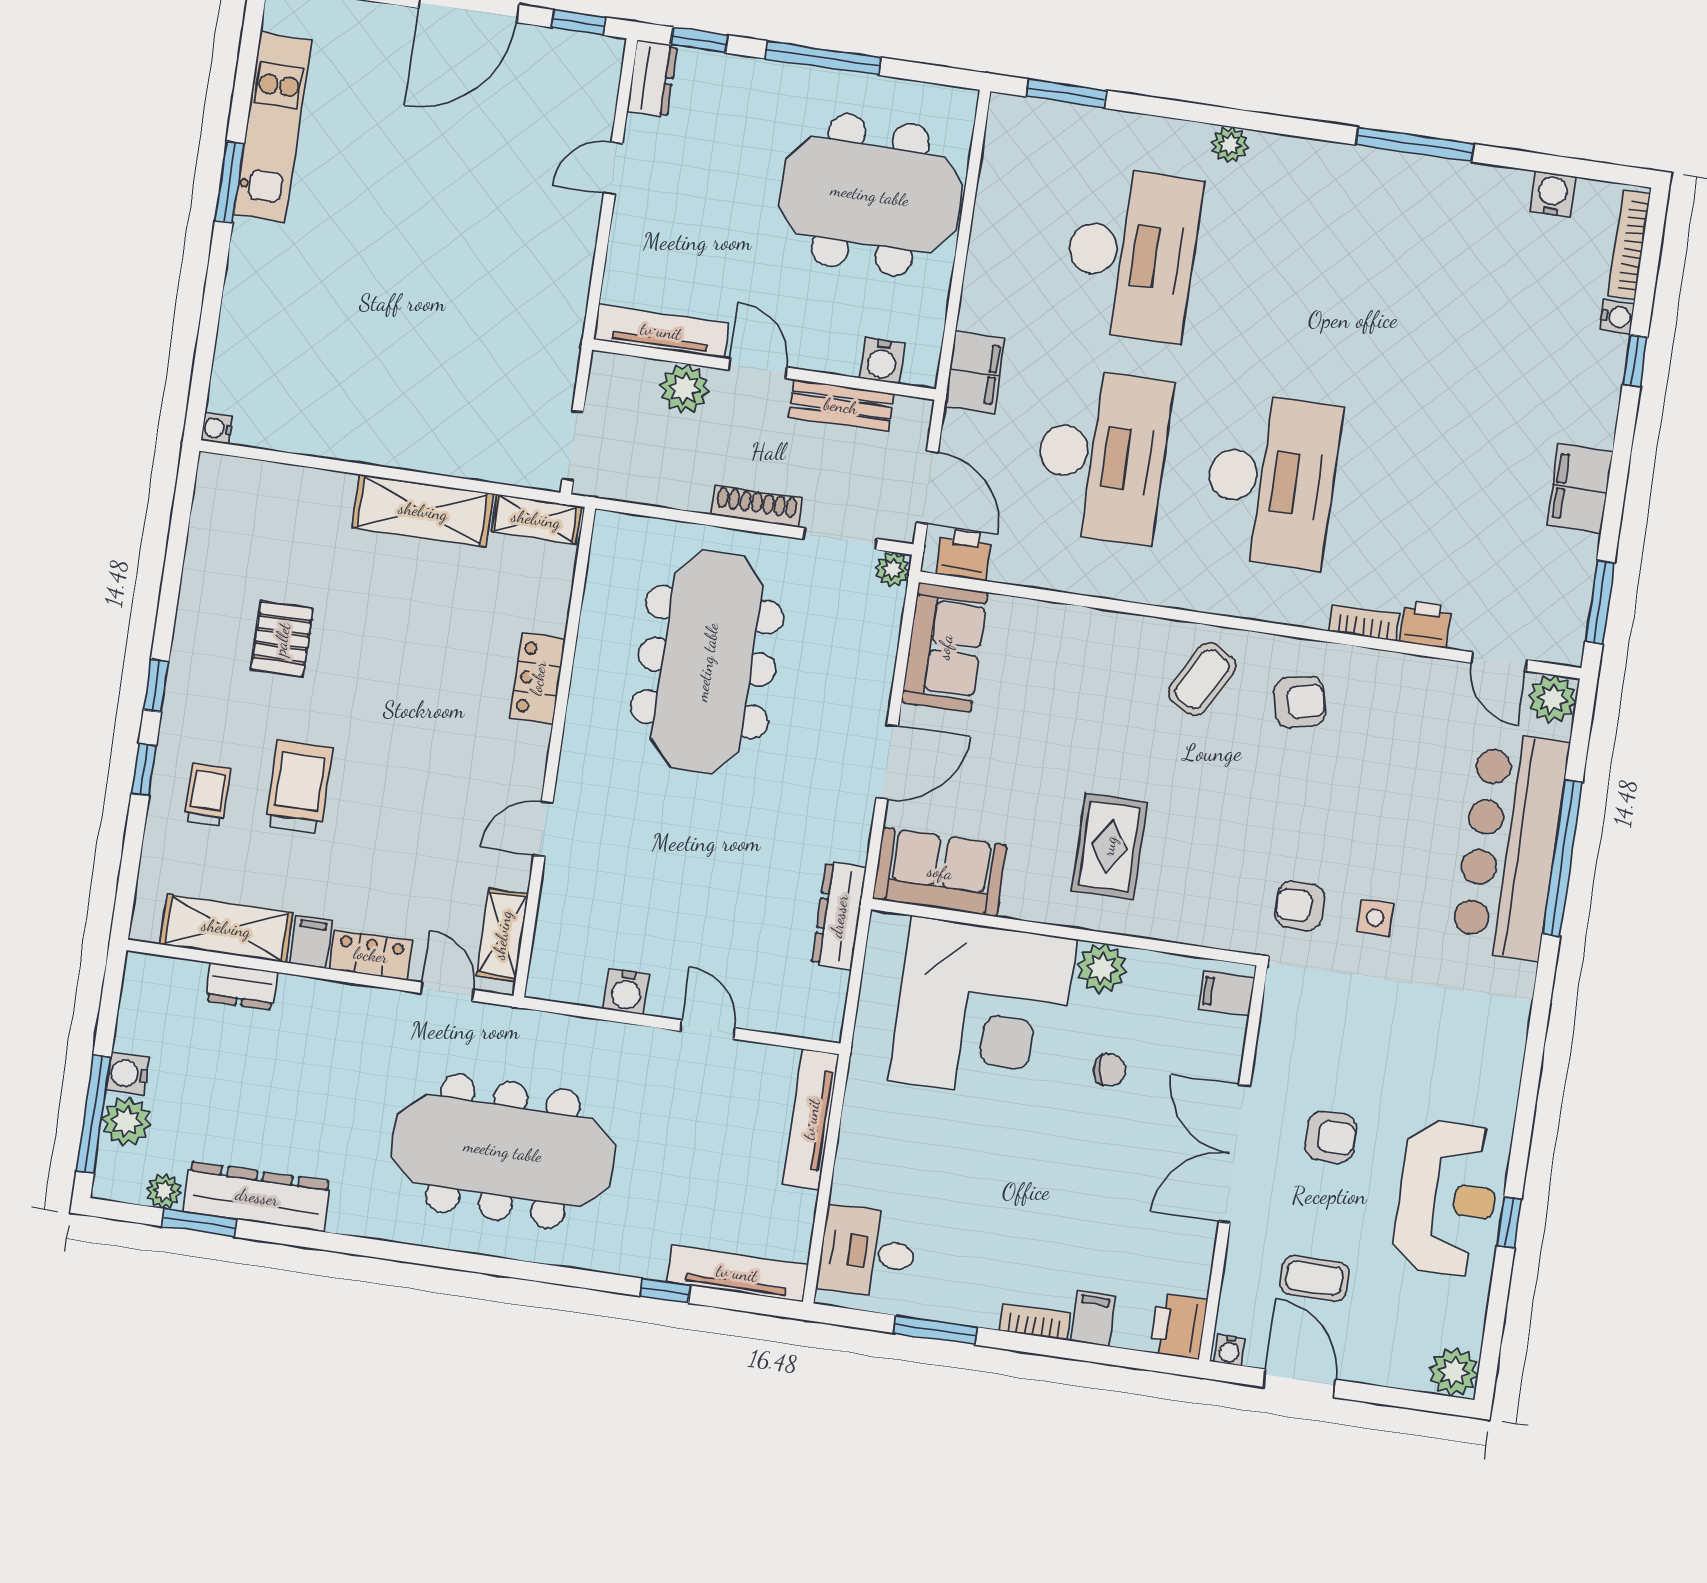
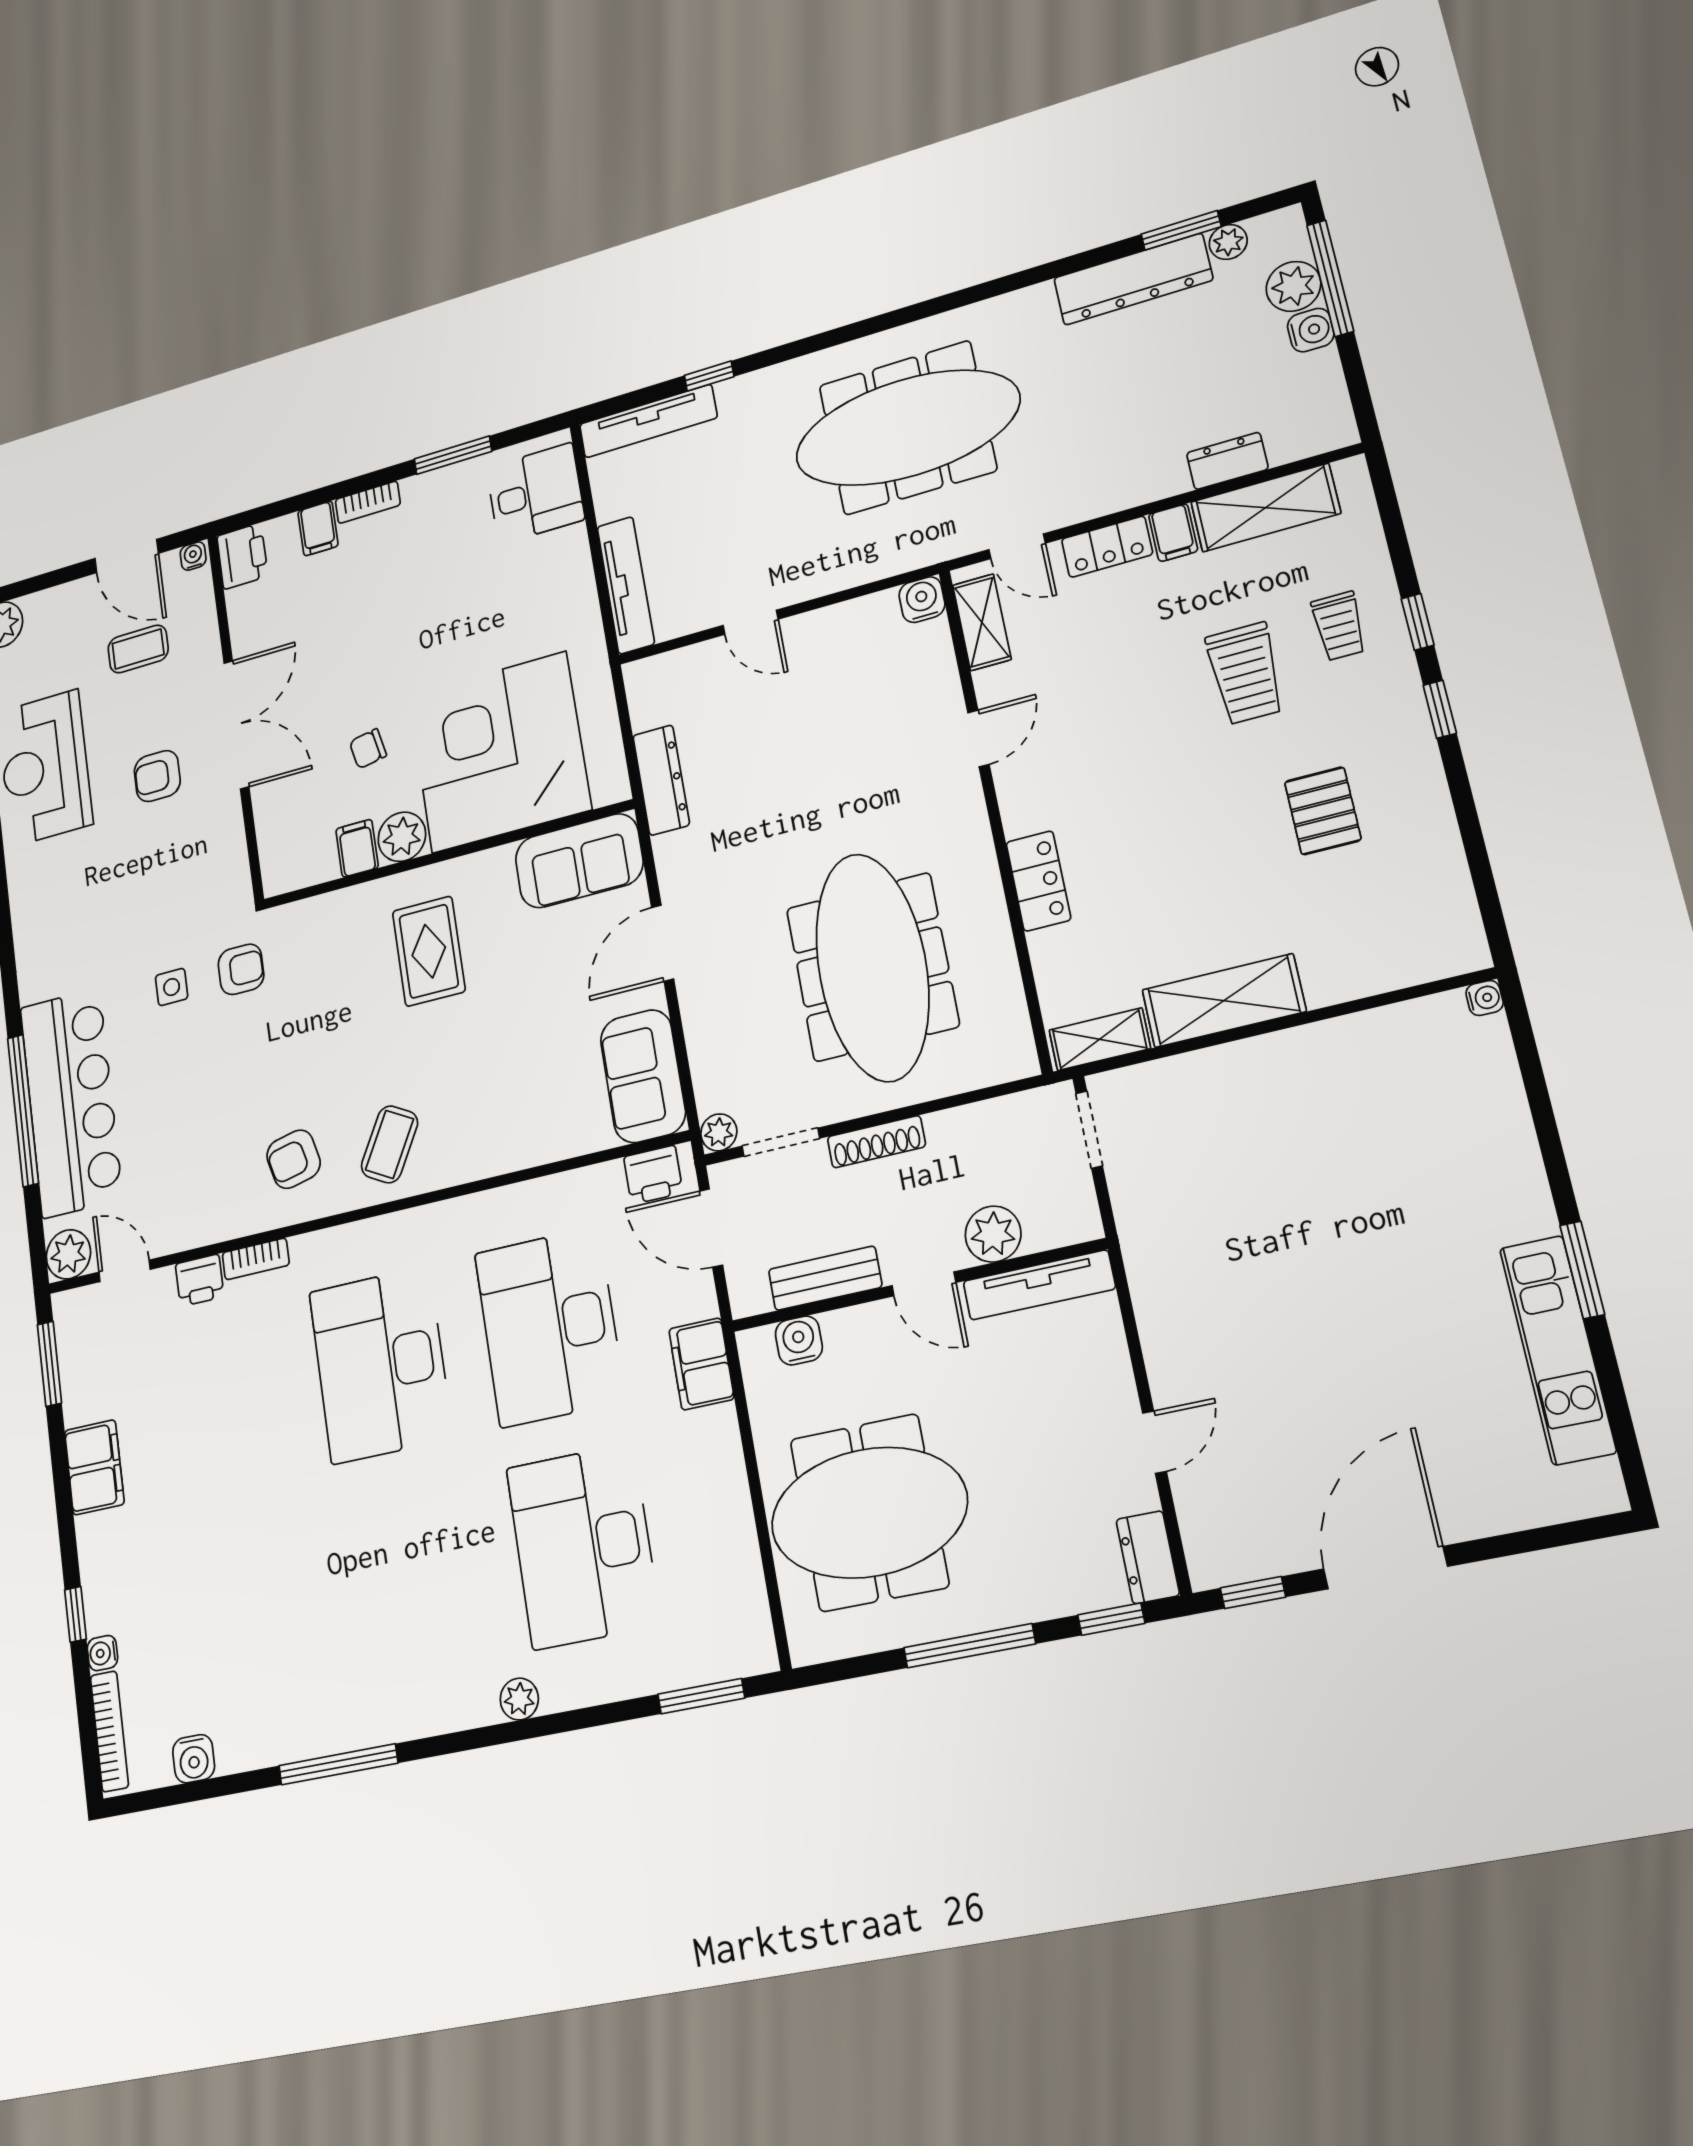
water cooler: (626, 992) -> (922, 600), moved
filing cabinet: (1226, 993) -> (357, 848), moved, turned -90

